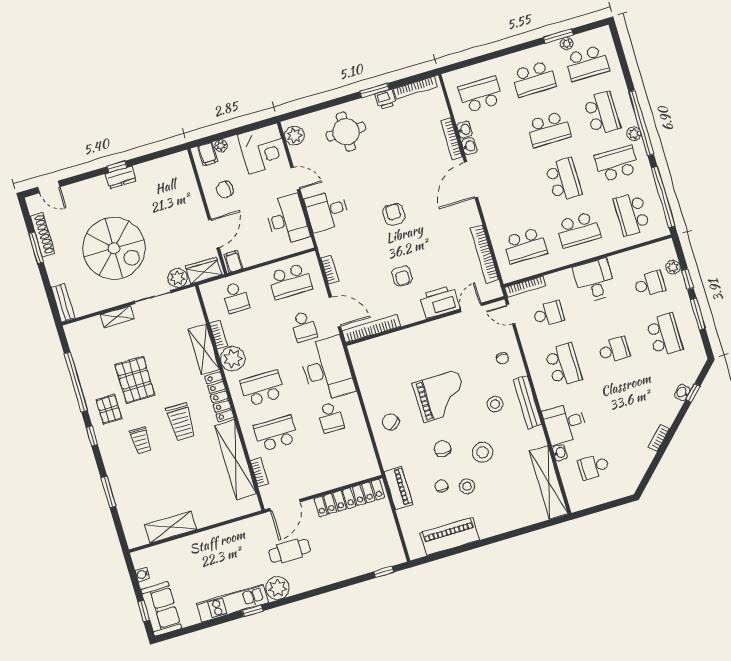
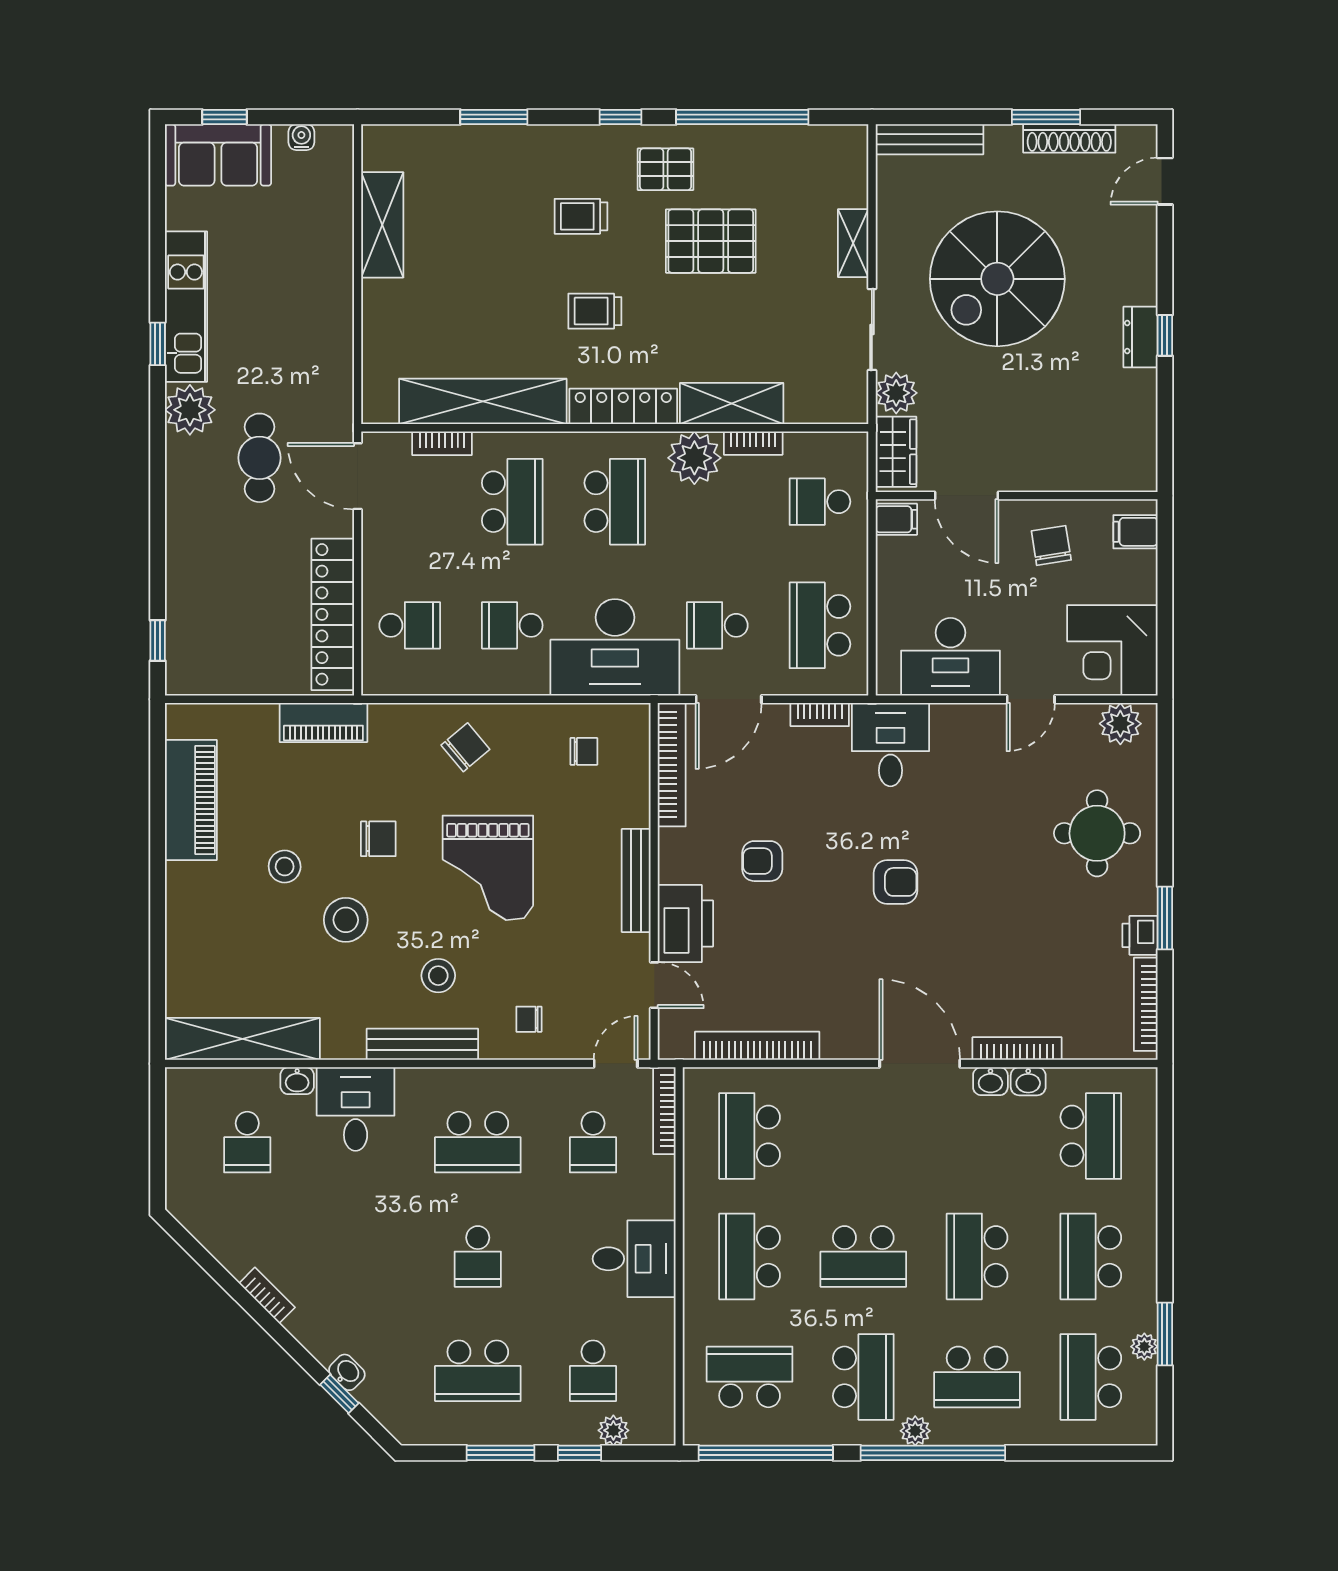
plant: (221, 146) -> (1144, 565), removed
desk: (327, 211) -> (890, 745), moved
bench: (63, 303) -> (929, 139), width x1.36
bench: (427, 329) -> (636, 881), added
trolley: (181, 422) -> (595, 311), width x0.73, depth x0.72
school desk: (344, 463) -> (410, 625), added
school desk: (594, 467) -> (247, 1142), turned 180
chair: (442, 486) -> (584, 751), moved

